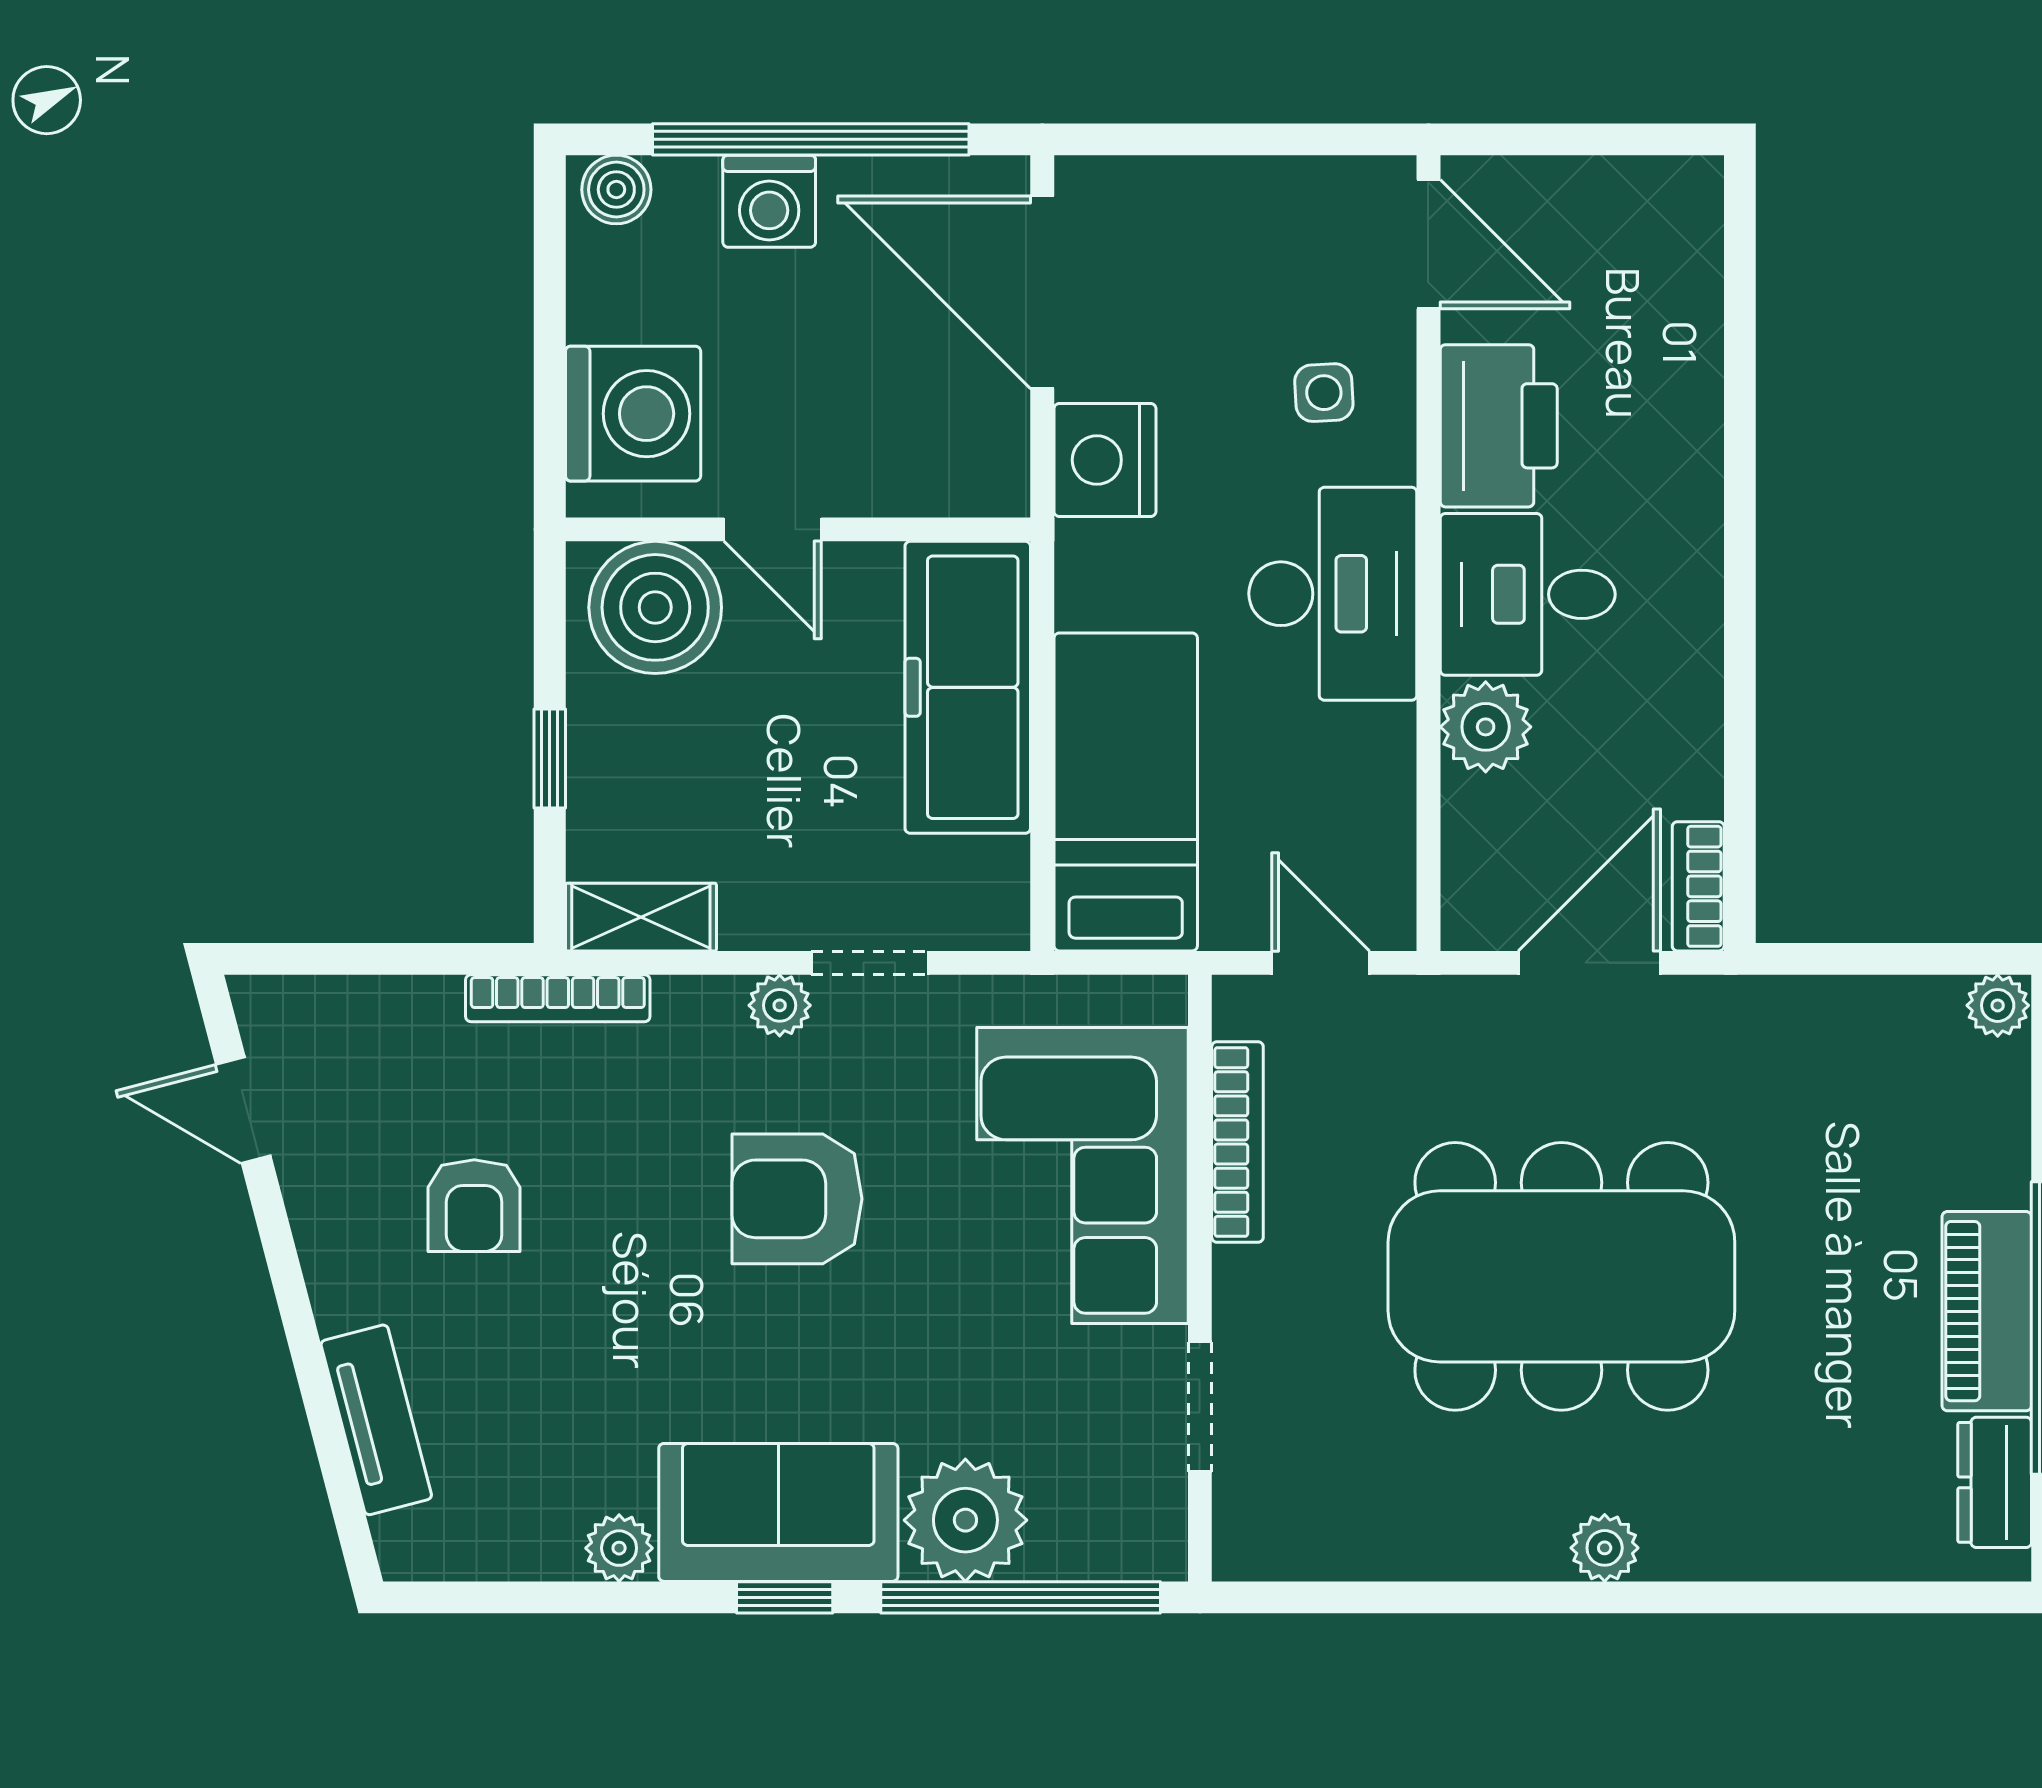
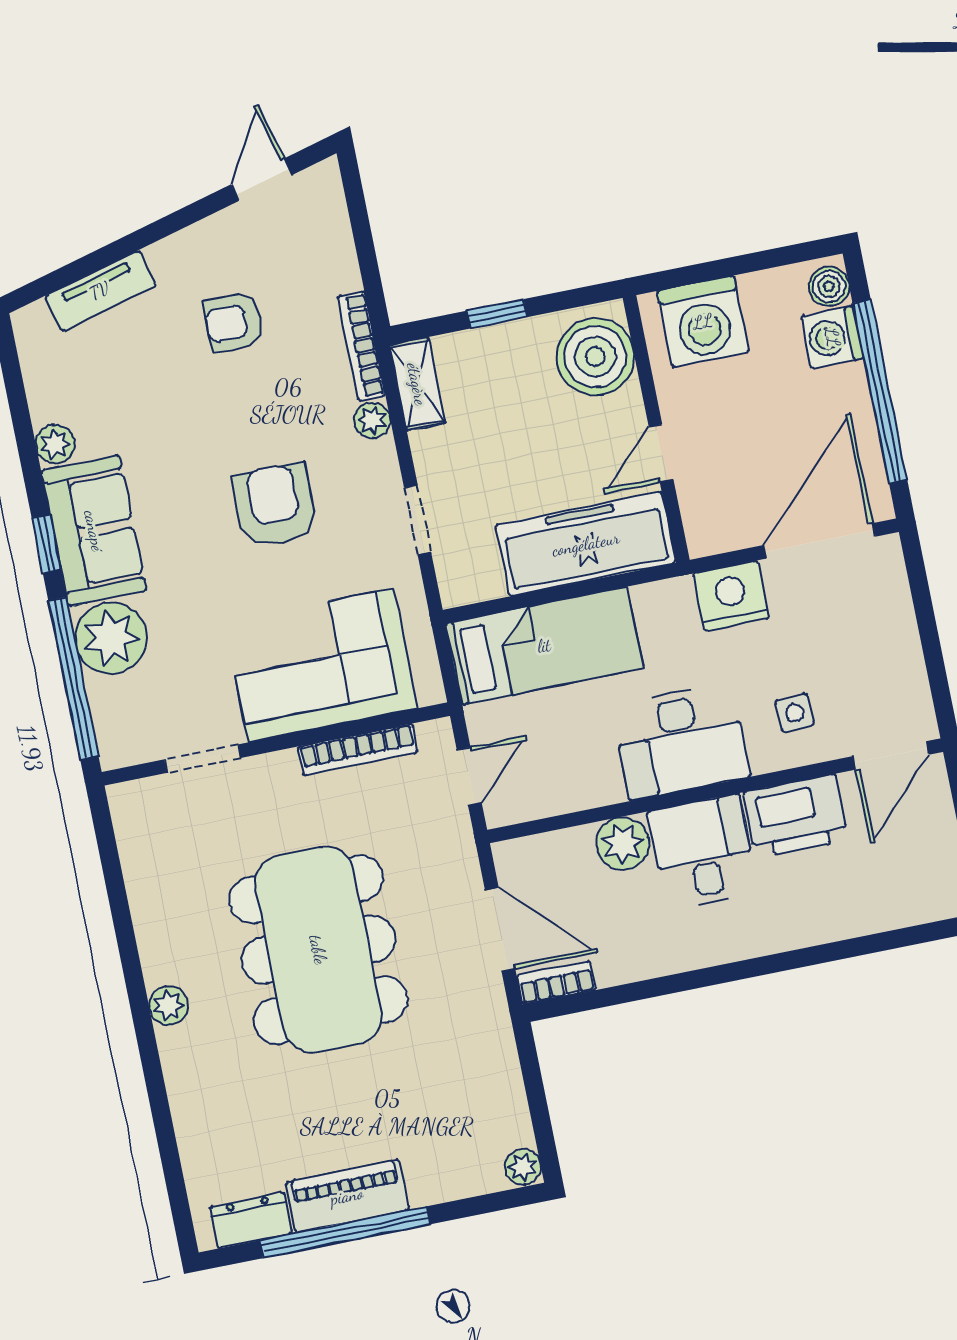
washing machine: (769, 201) -> (832, 337), moved
door: (773, 529) -> (661, 453), moved
plant: (780, 1005) -> (372, 420), moved

